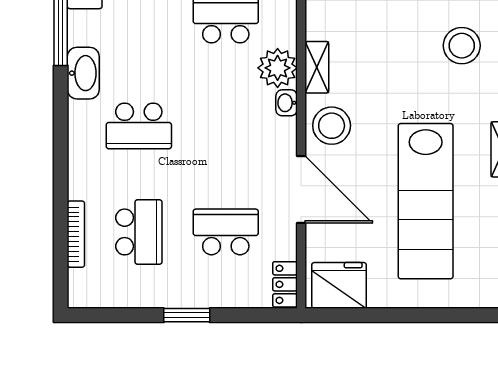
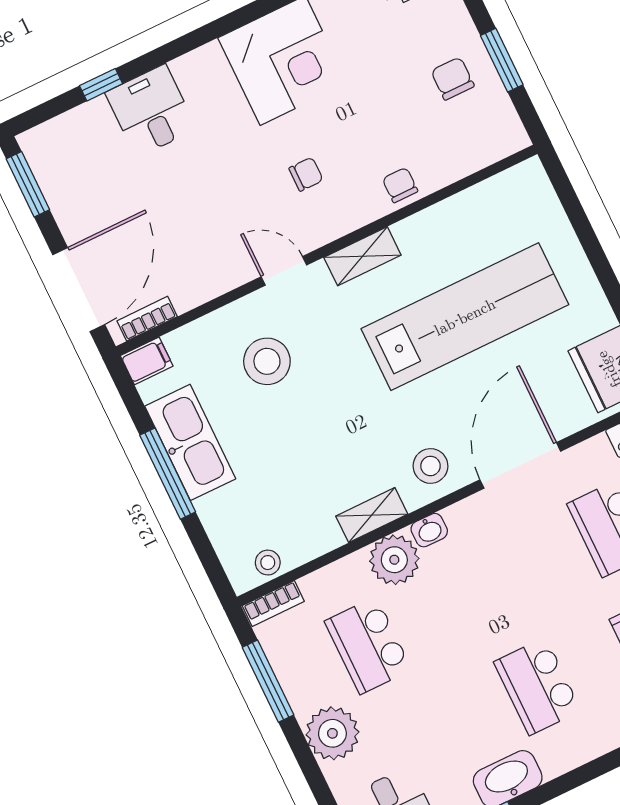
school desk: (139, 126) -> (537, 686), turned 180
stool: (332, 126) -> (430, 466), width x0.73, depth x0.73

